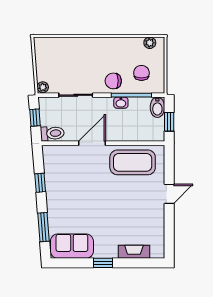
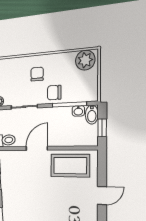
plant: (150, 43) -> (85, 60), width x1.87, depth x1.87
chair: (141, 73) -> (37, 74), moved
washbasin: (121, 103) -> (78, 111), moved

